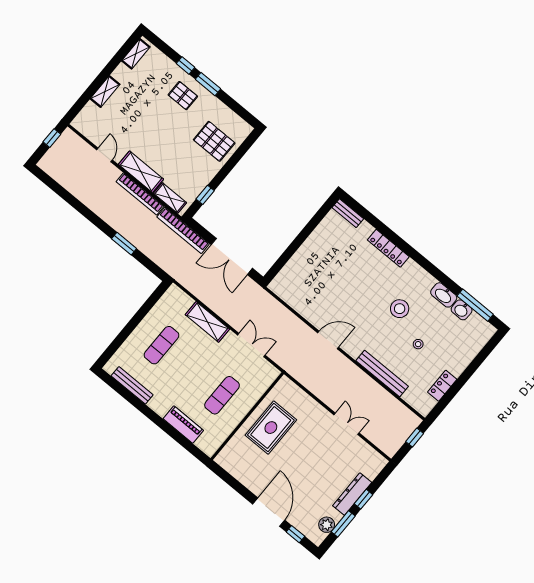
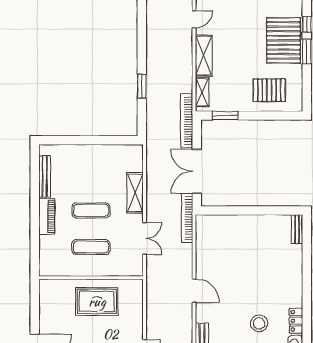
pallet: (183, 96) -> (283, 40), width x2.05, depth x2.00
pallet: (214, 141) -> (269, 90), turned 90
bookcase: (140, 194) -> (187, 218), moved
window: (205, 195) -> (225, 116), width x1.50
locker: (388, 248) -> (296, 321), moved, width x0.66
exercise mat: (161, 345) -> (91, 210), moved
piano: (183, 424) -> (47, 216), moved

